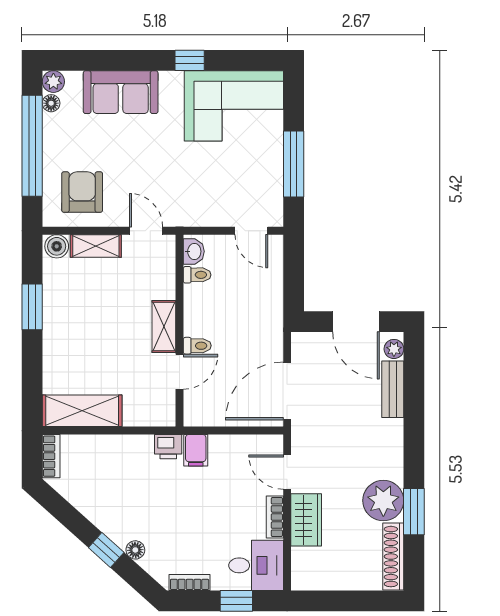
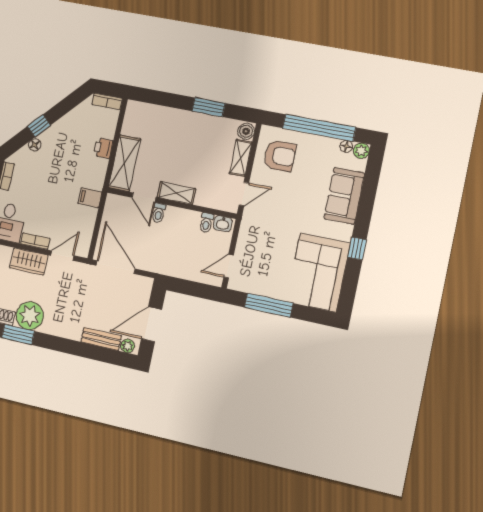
shelving: (82, 411) -> (124, 163), moved
printer: (168, 447) -> (103, 148), moved

